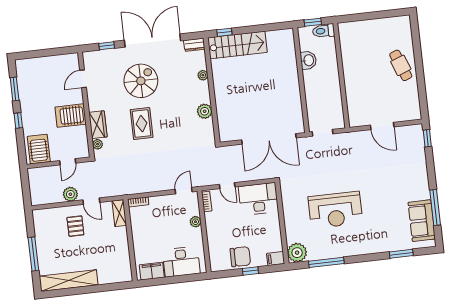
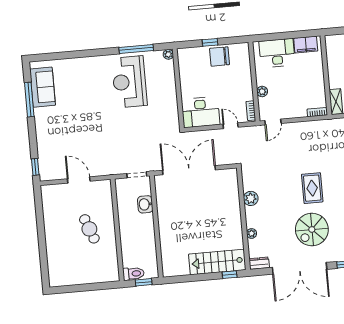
washbasin: (308, 60) -> (145, 204), moved
cafe table: (401, 65) -> (89, 229), moved
reception desk: (335, 210) -> (129, 82), moved, turned -90
plant: (297, 253) -> (168, 54), width x0.53, depth x0.53
window: (401, 254) -> (63, 55), removed
filing cabinet: (276, 259) -> (185, 54), removed

